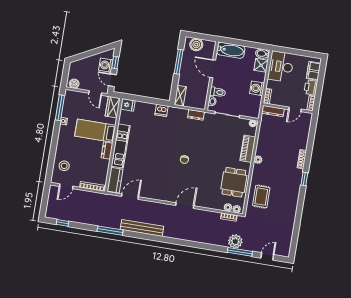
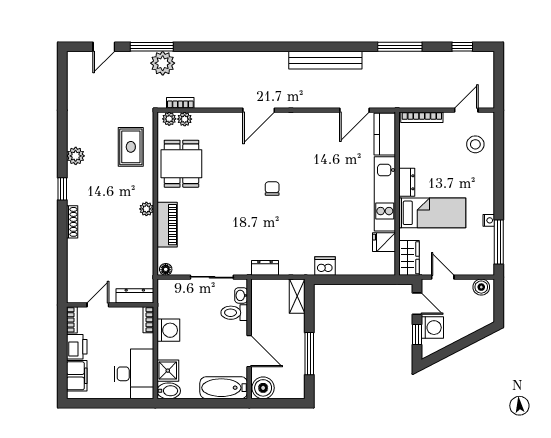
boiler: (196, 45) -> (263, 388), moved
fridge: (128, 105) -> (384, 242), moved
plant: (294, 197) -> (76, 156), added
window: (110, 231) -> (400, 47), moved

